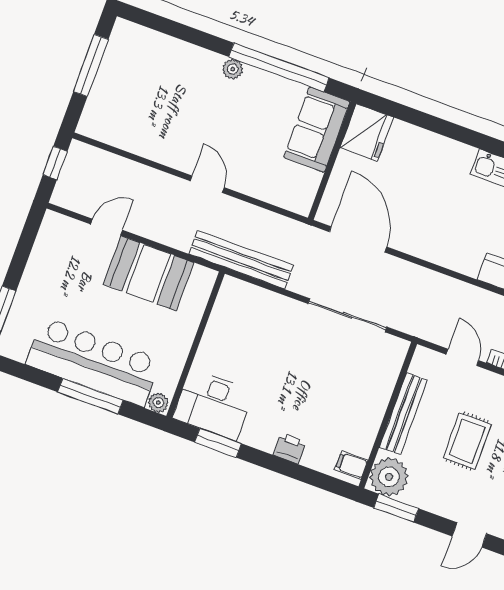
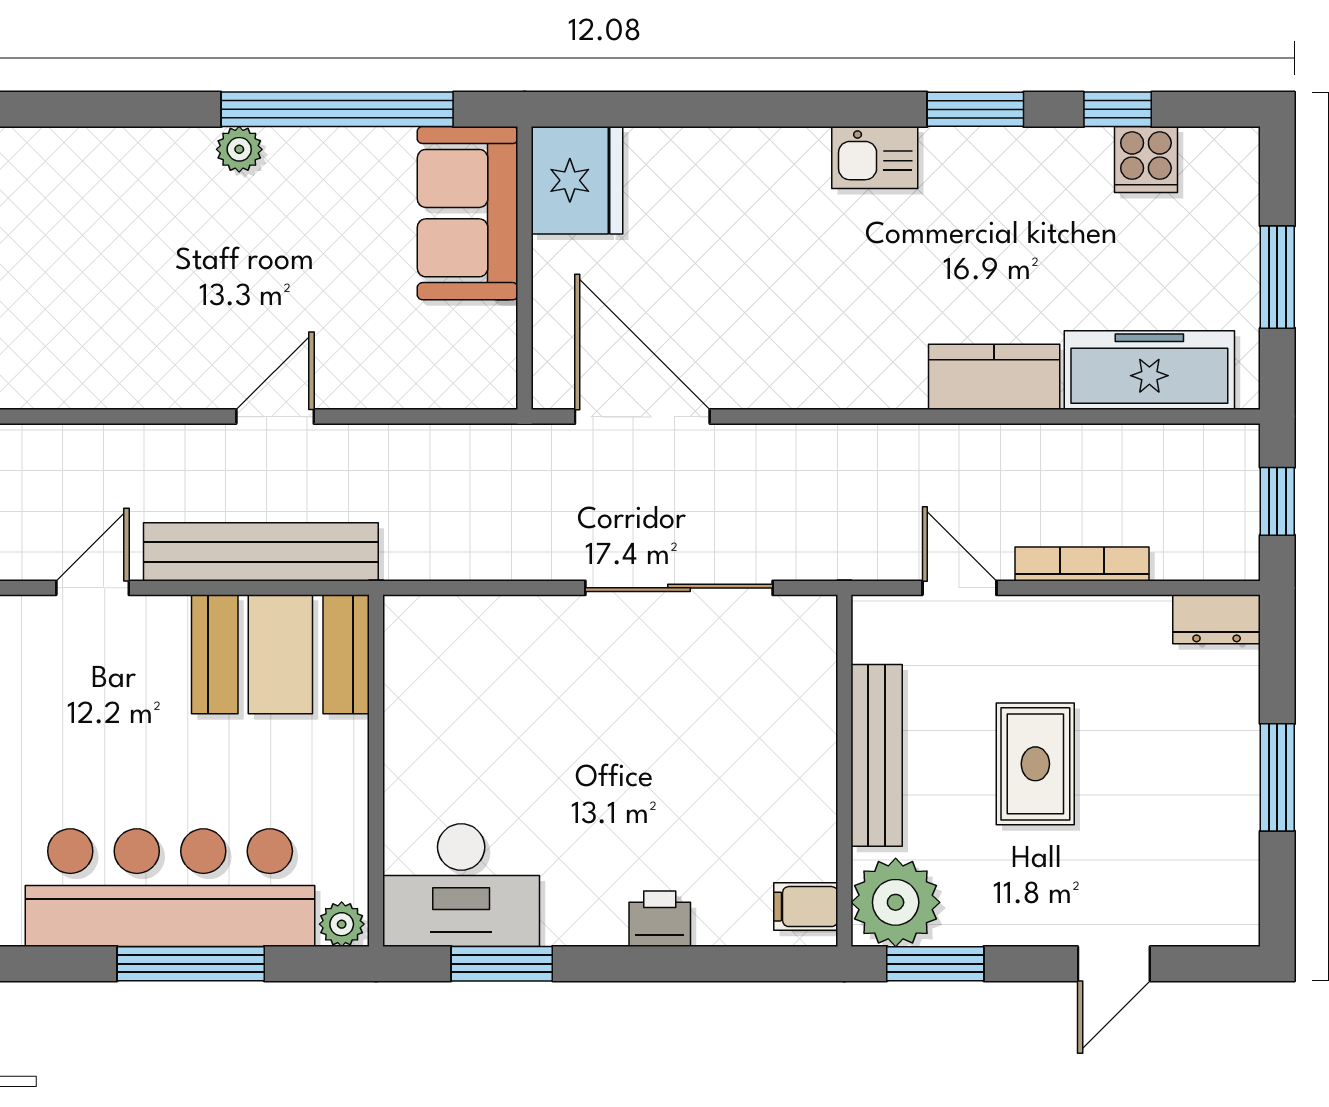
door: (207, 184) -> (275, 417), hinge flipped
bench: (241, 260) -> (261, 552), moved
booth: (148, 273) -> (280, 654), moved

